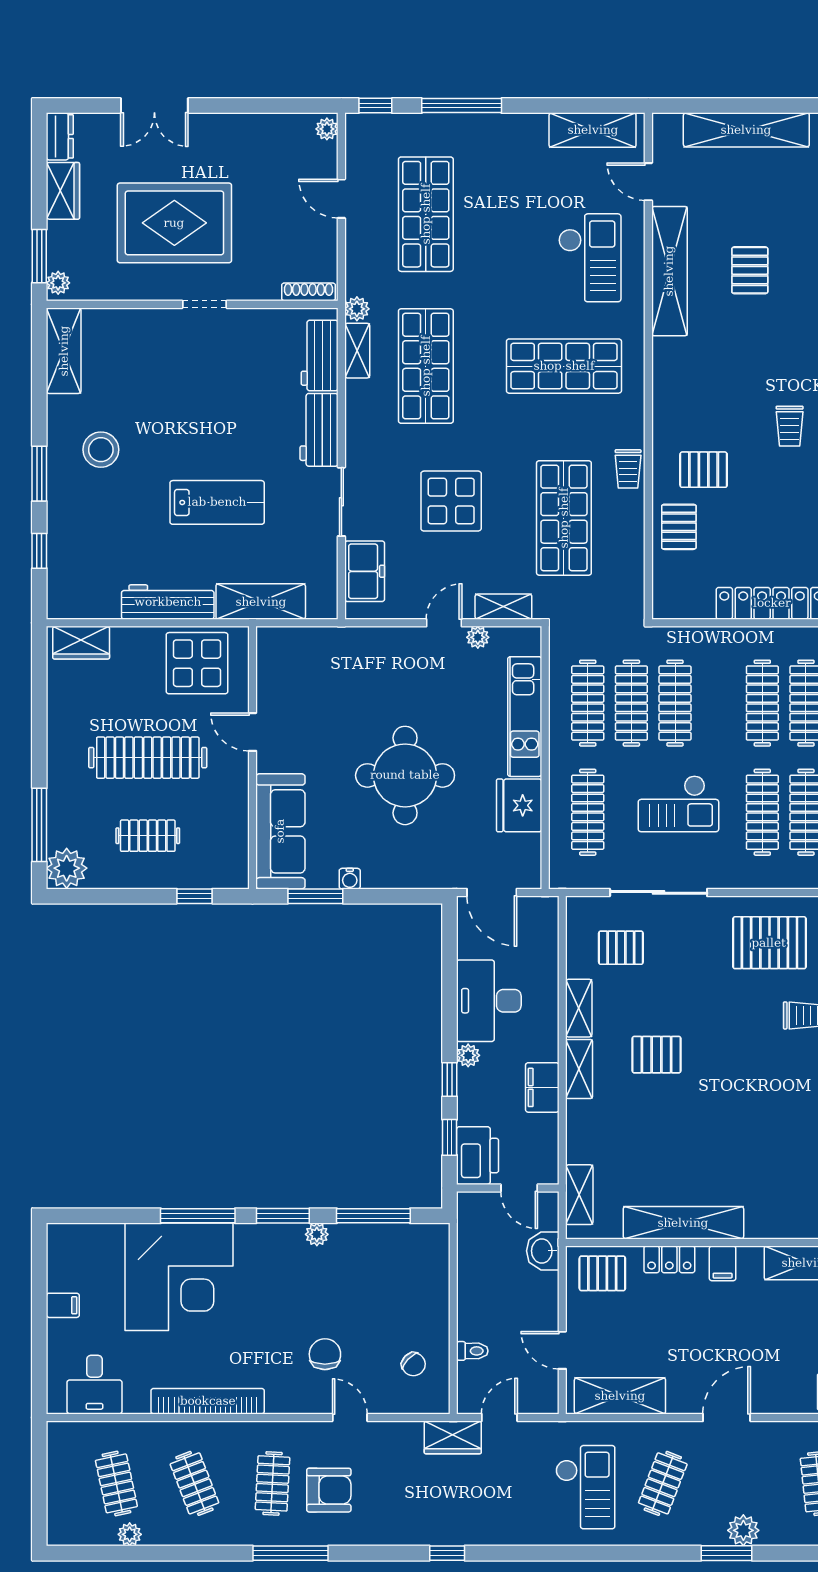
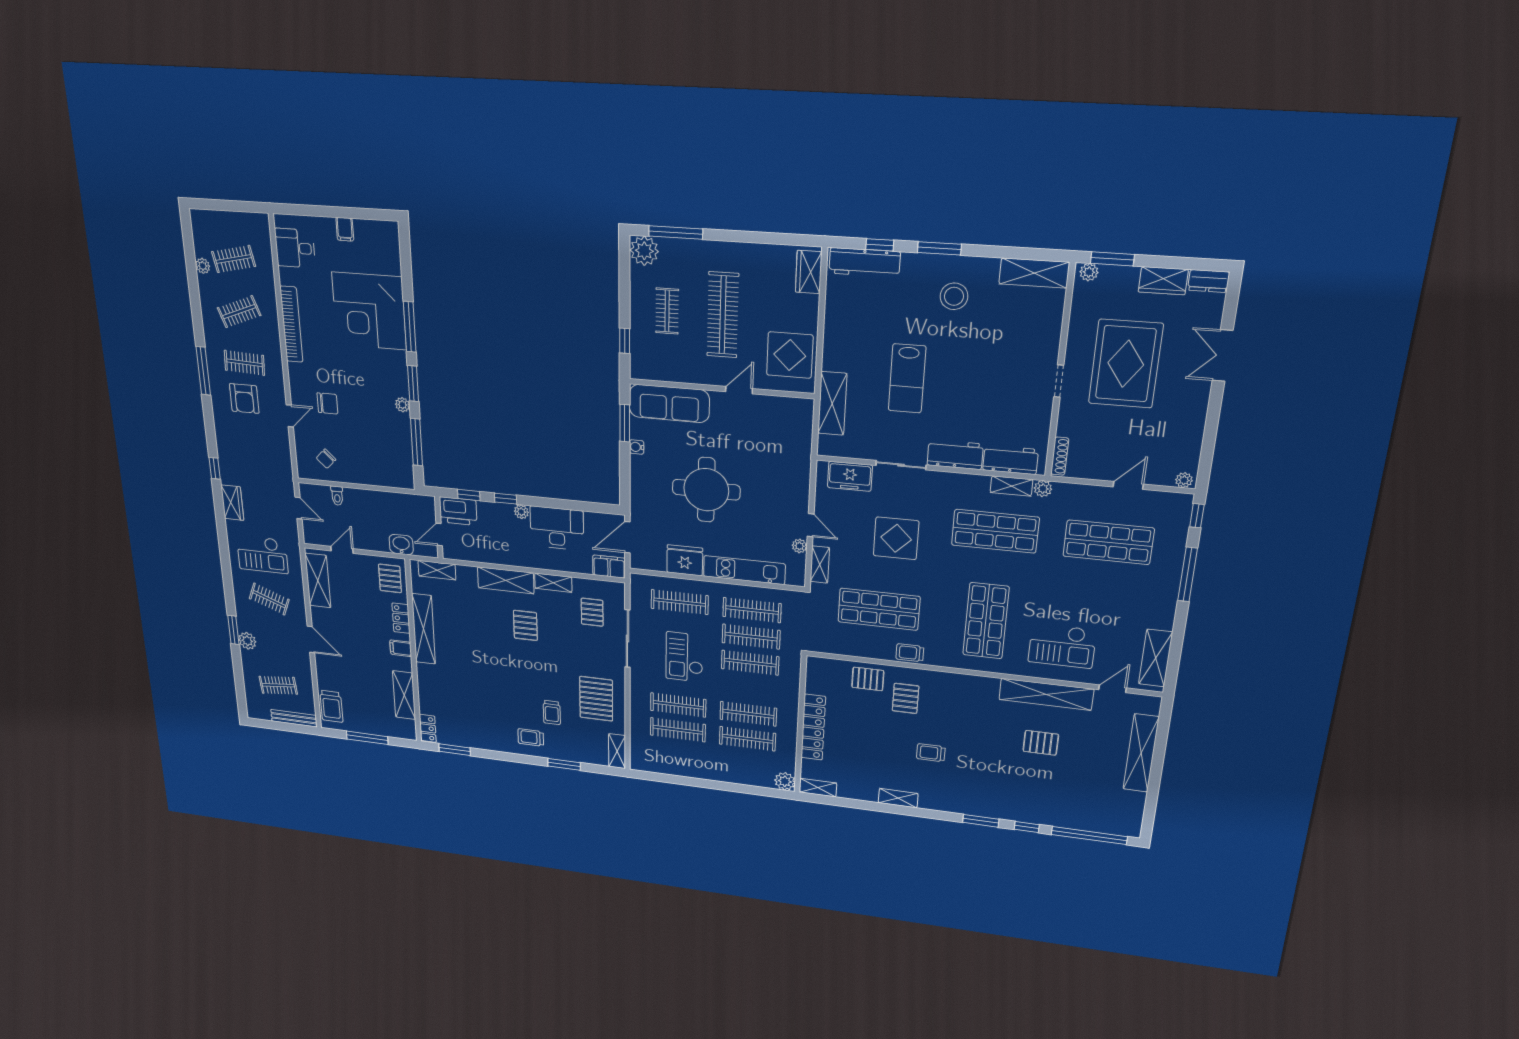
workbench: (168, 602) -> (865, 263), moved, turned 90
shelving: (579, 1069) -> (506, 580), width x1.50, depth x1.33
filing cabinet: (542, 1087) -> (609, 567), moved
wardrobe: (453, 1437) -> (232, 503), moved, turned 180

